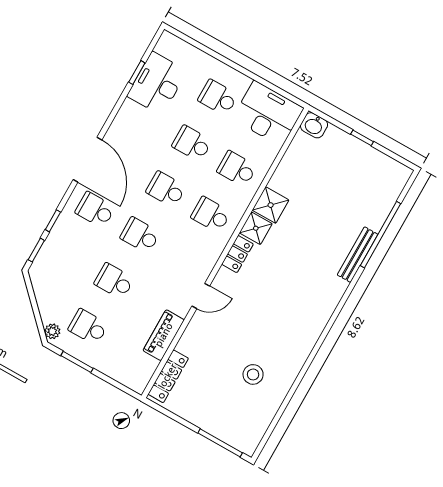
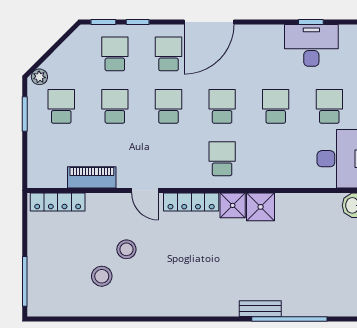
school desk: (237, 169) -> (115, 54), moved
locker: (237, 254) -> (191, 202), width x1.53
bench: (358, 255) -> (260, 309), width x0.73
stool: (242, 340) -> (126, 249), added

